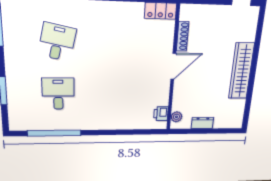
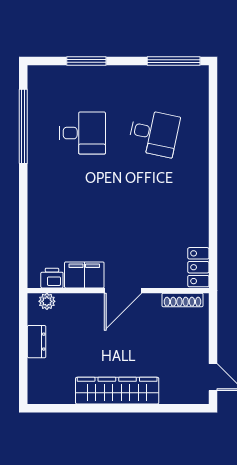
shoe rack: (183, 36) -> (183, 300), moved
door: (173, 66) -> (123, 291), hinge flipped
filing cabinet: (160, 93) -> (84, 275), added

